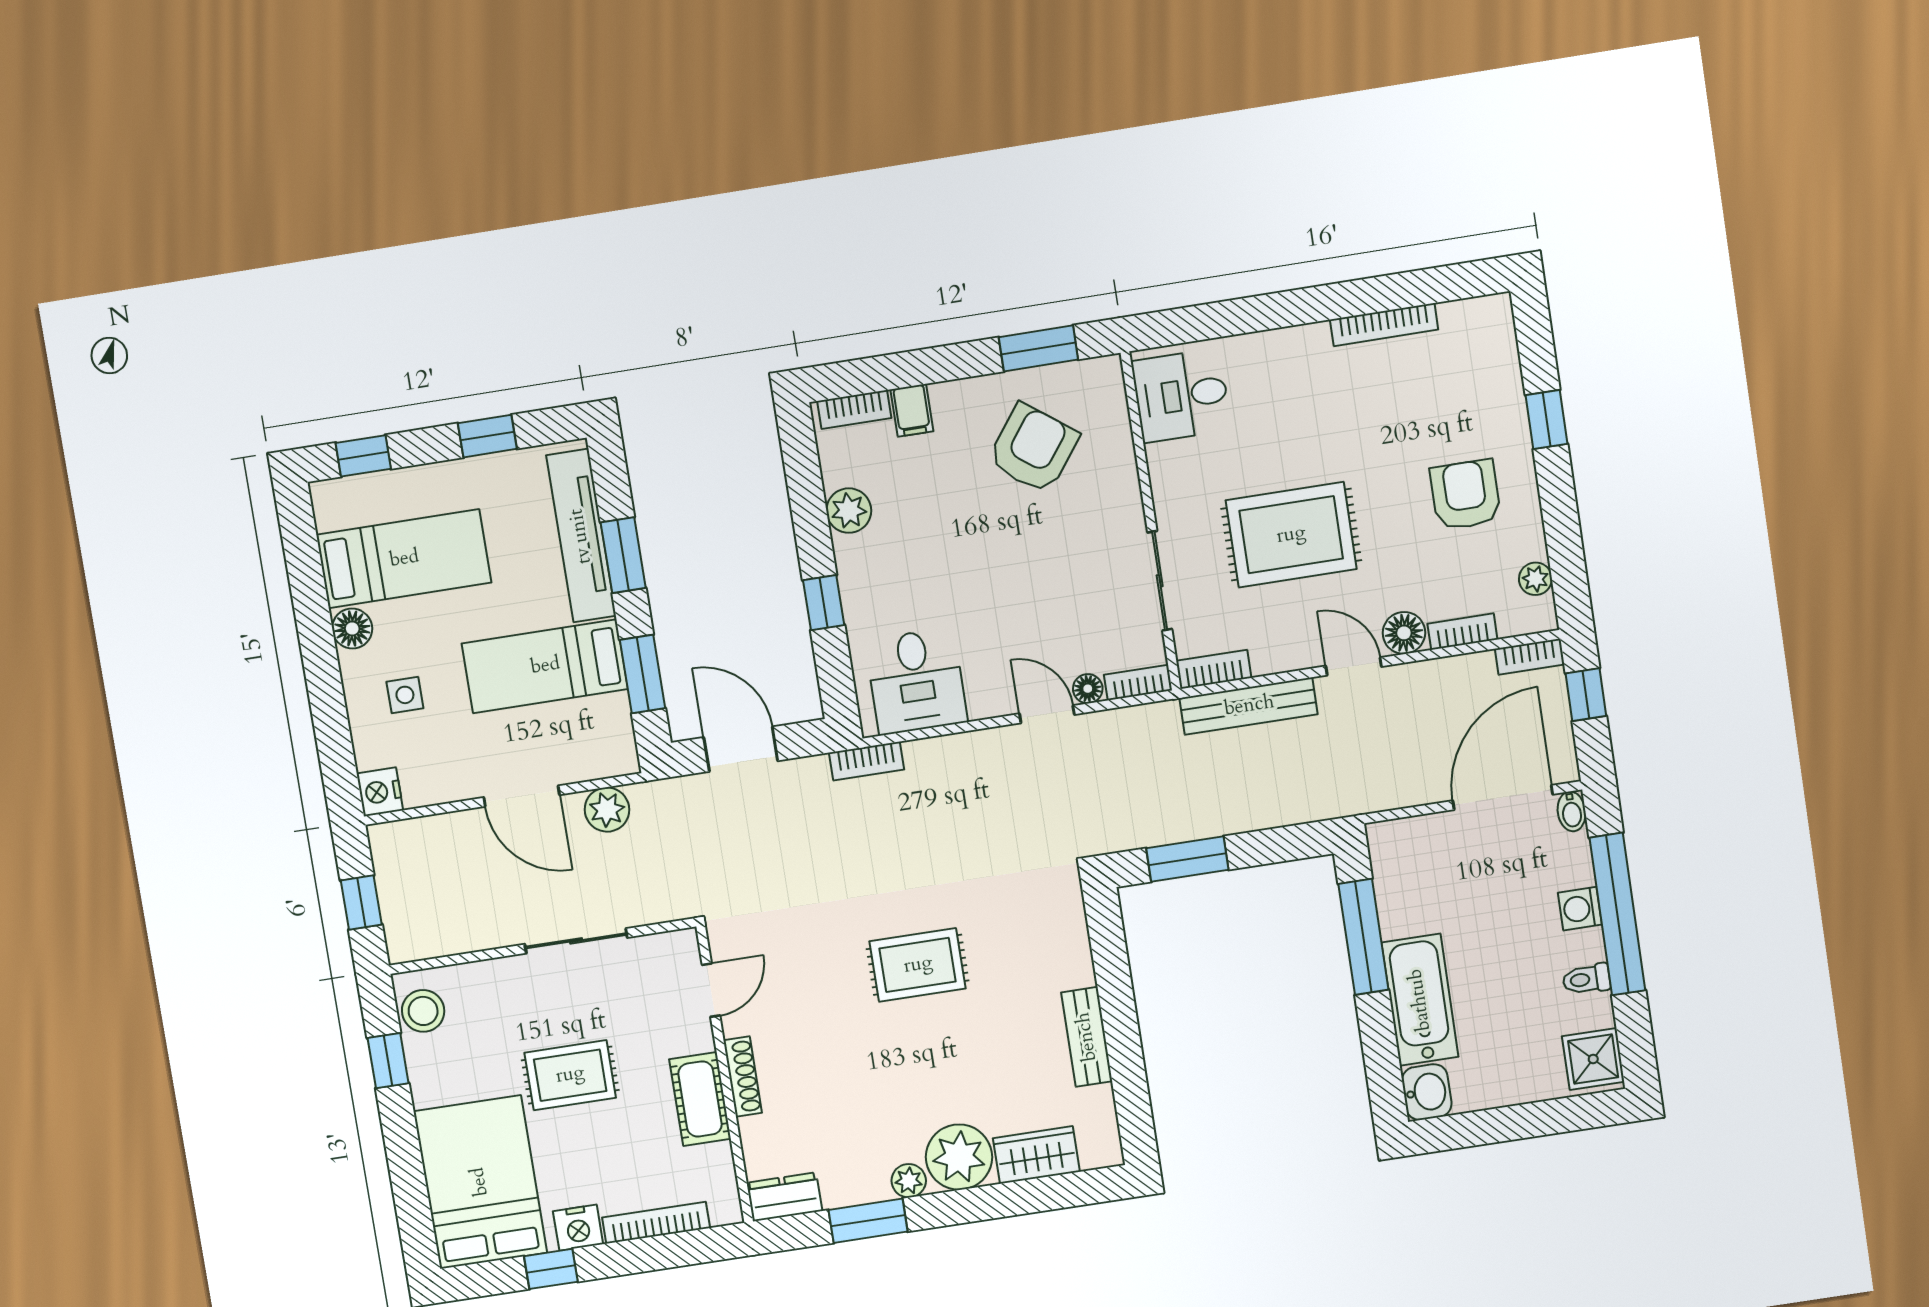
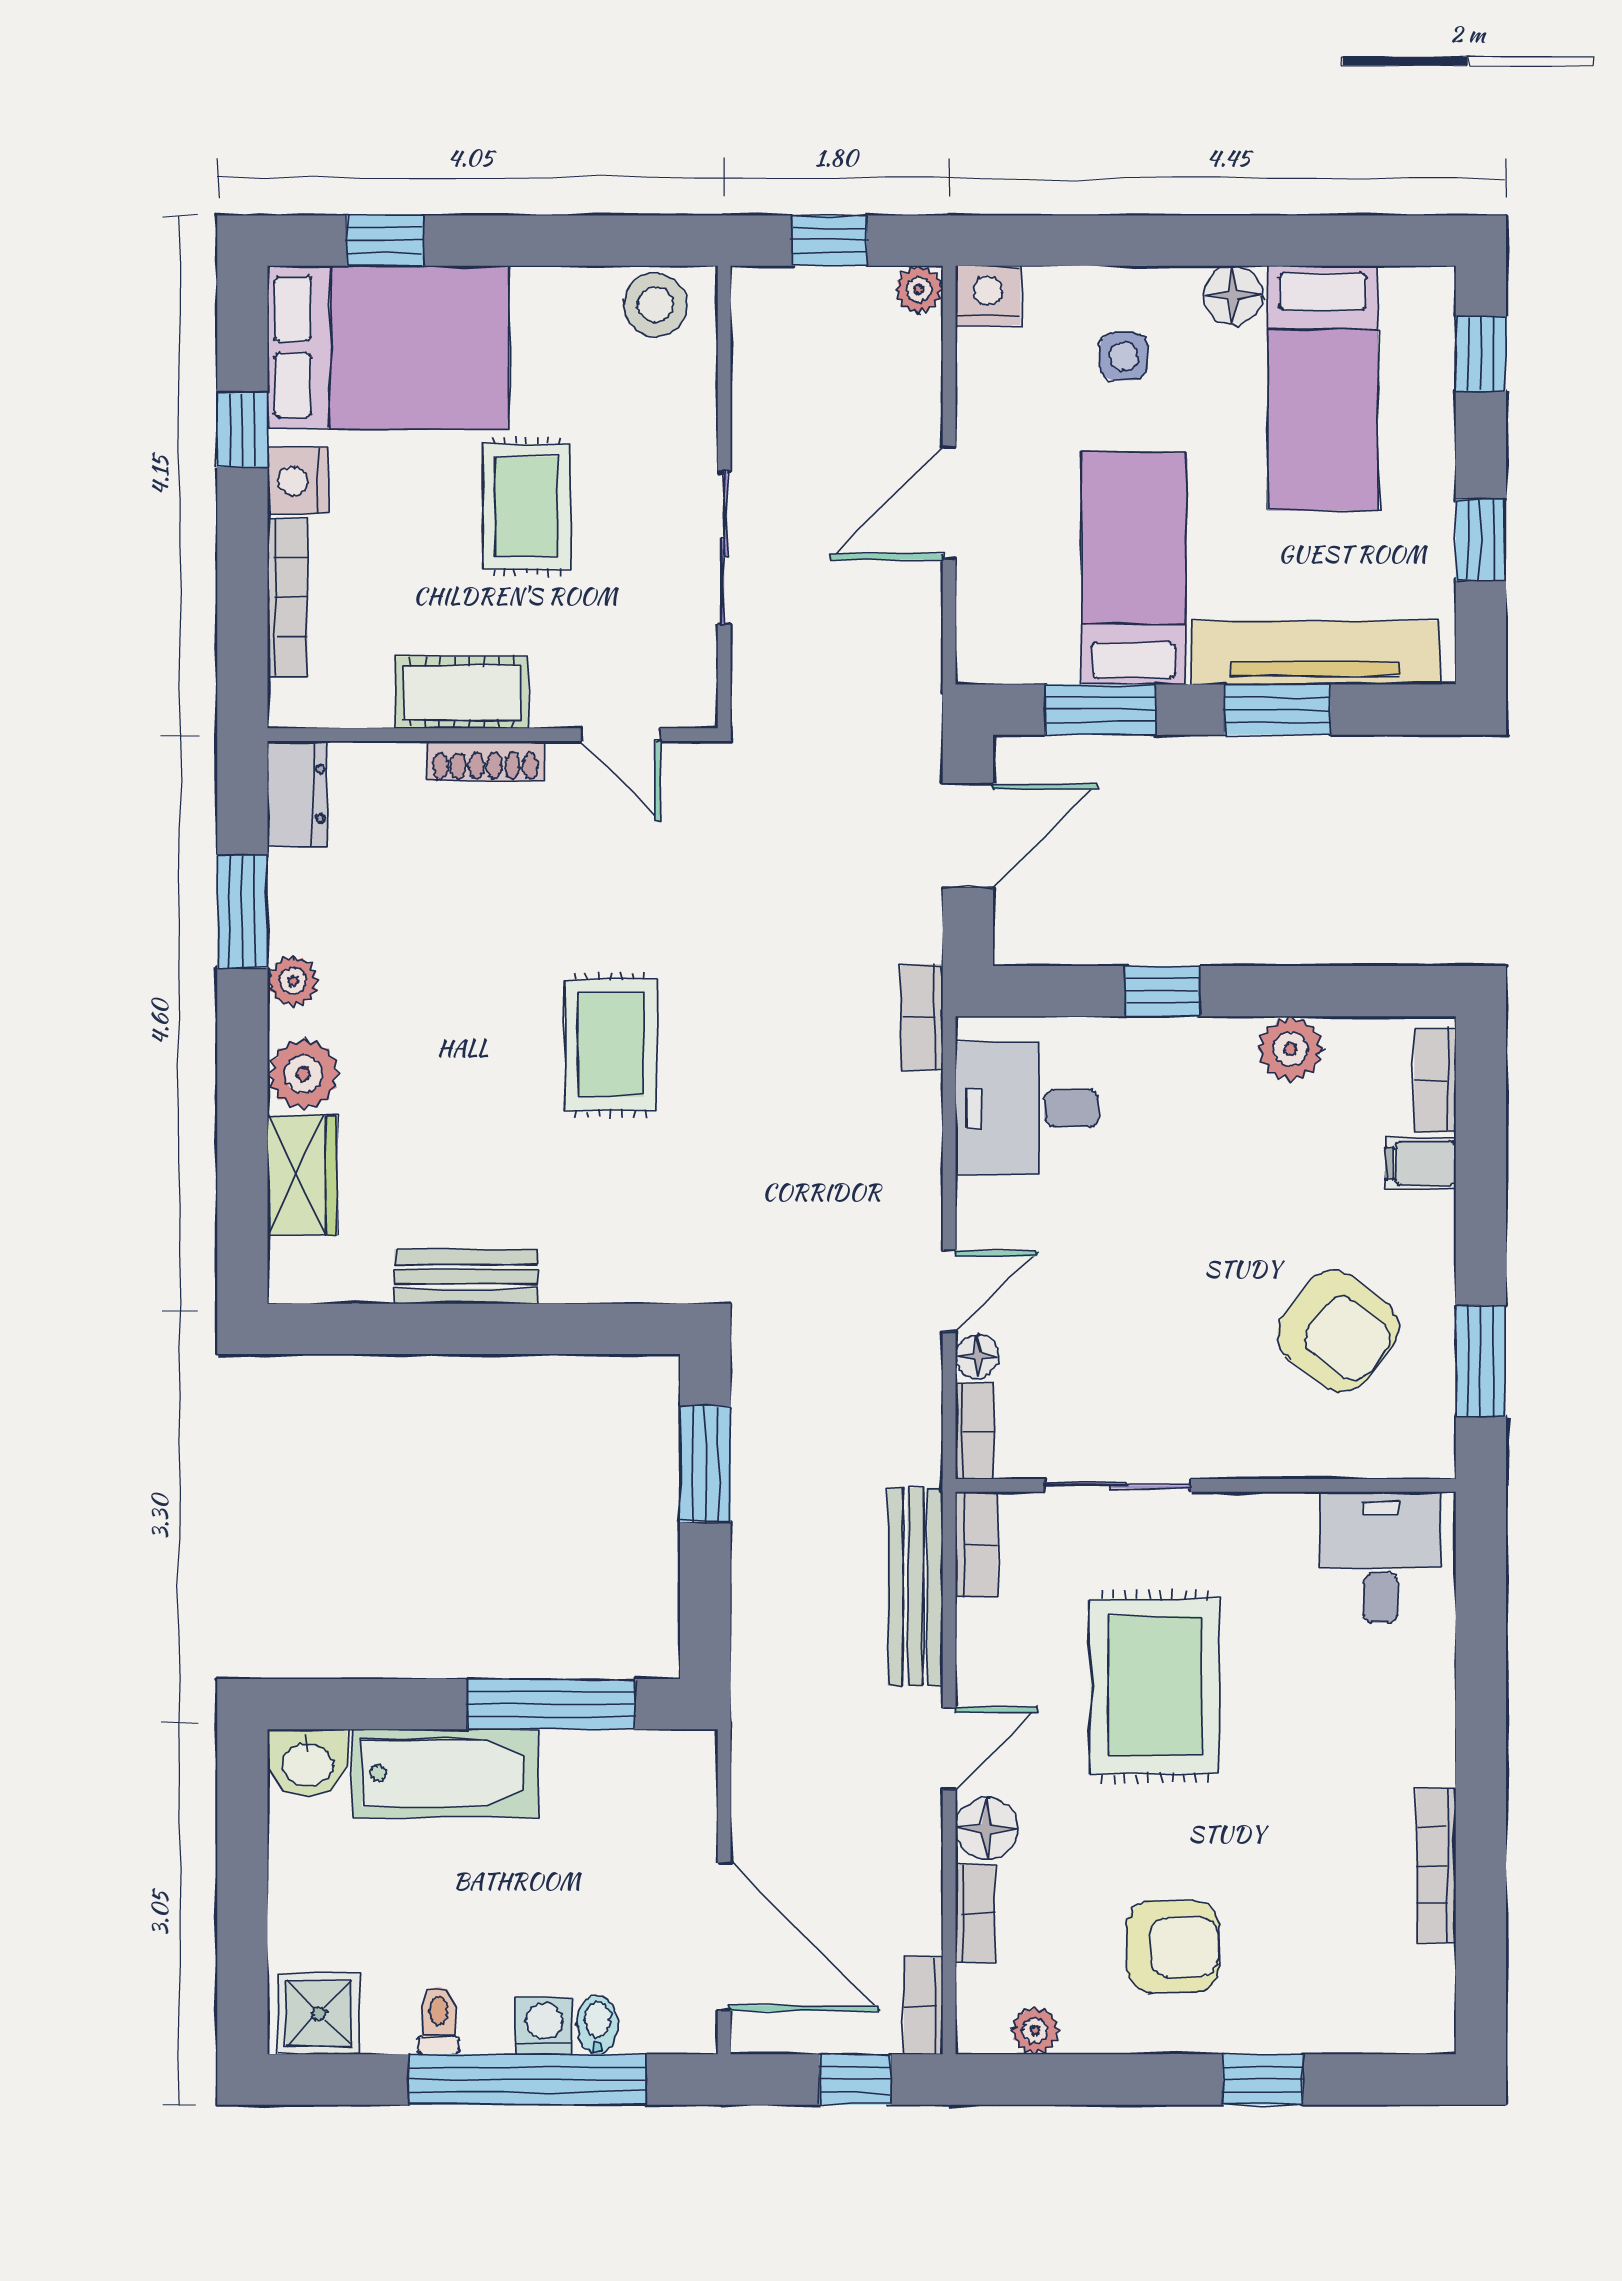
plant: (607, 810) -> (919, 290), moved, width x0.73, depth x0.73
bidet: (1572, 811) -> (597, 2025), moved, turned 90
window: (388, 1061) -> (385, 241), moved
plant: (959, 1157) -> (304, 1074), width x0.73, depth x0.73

